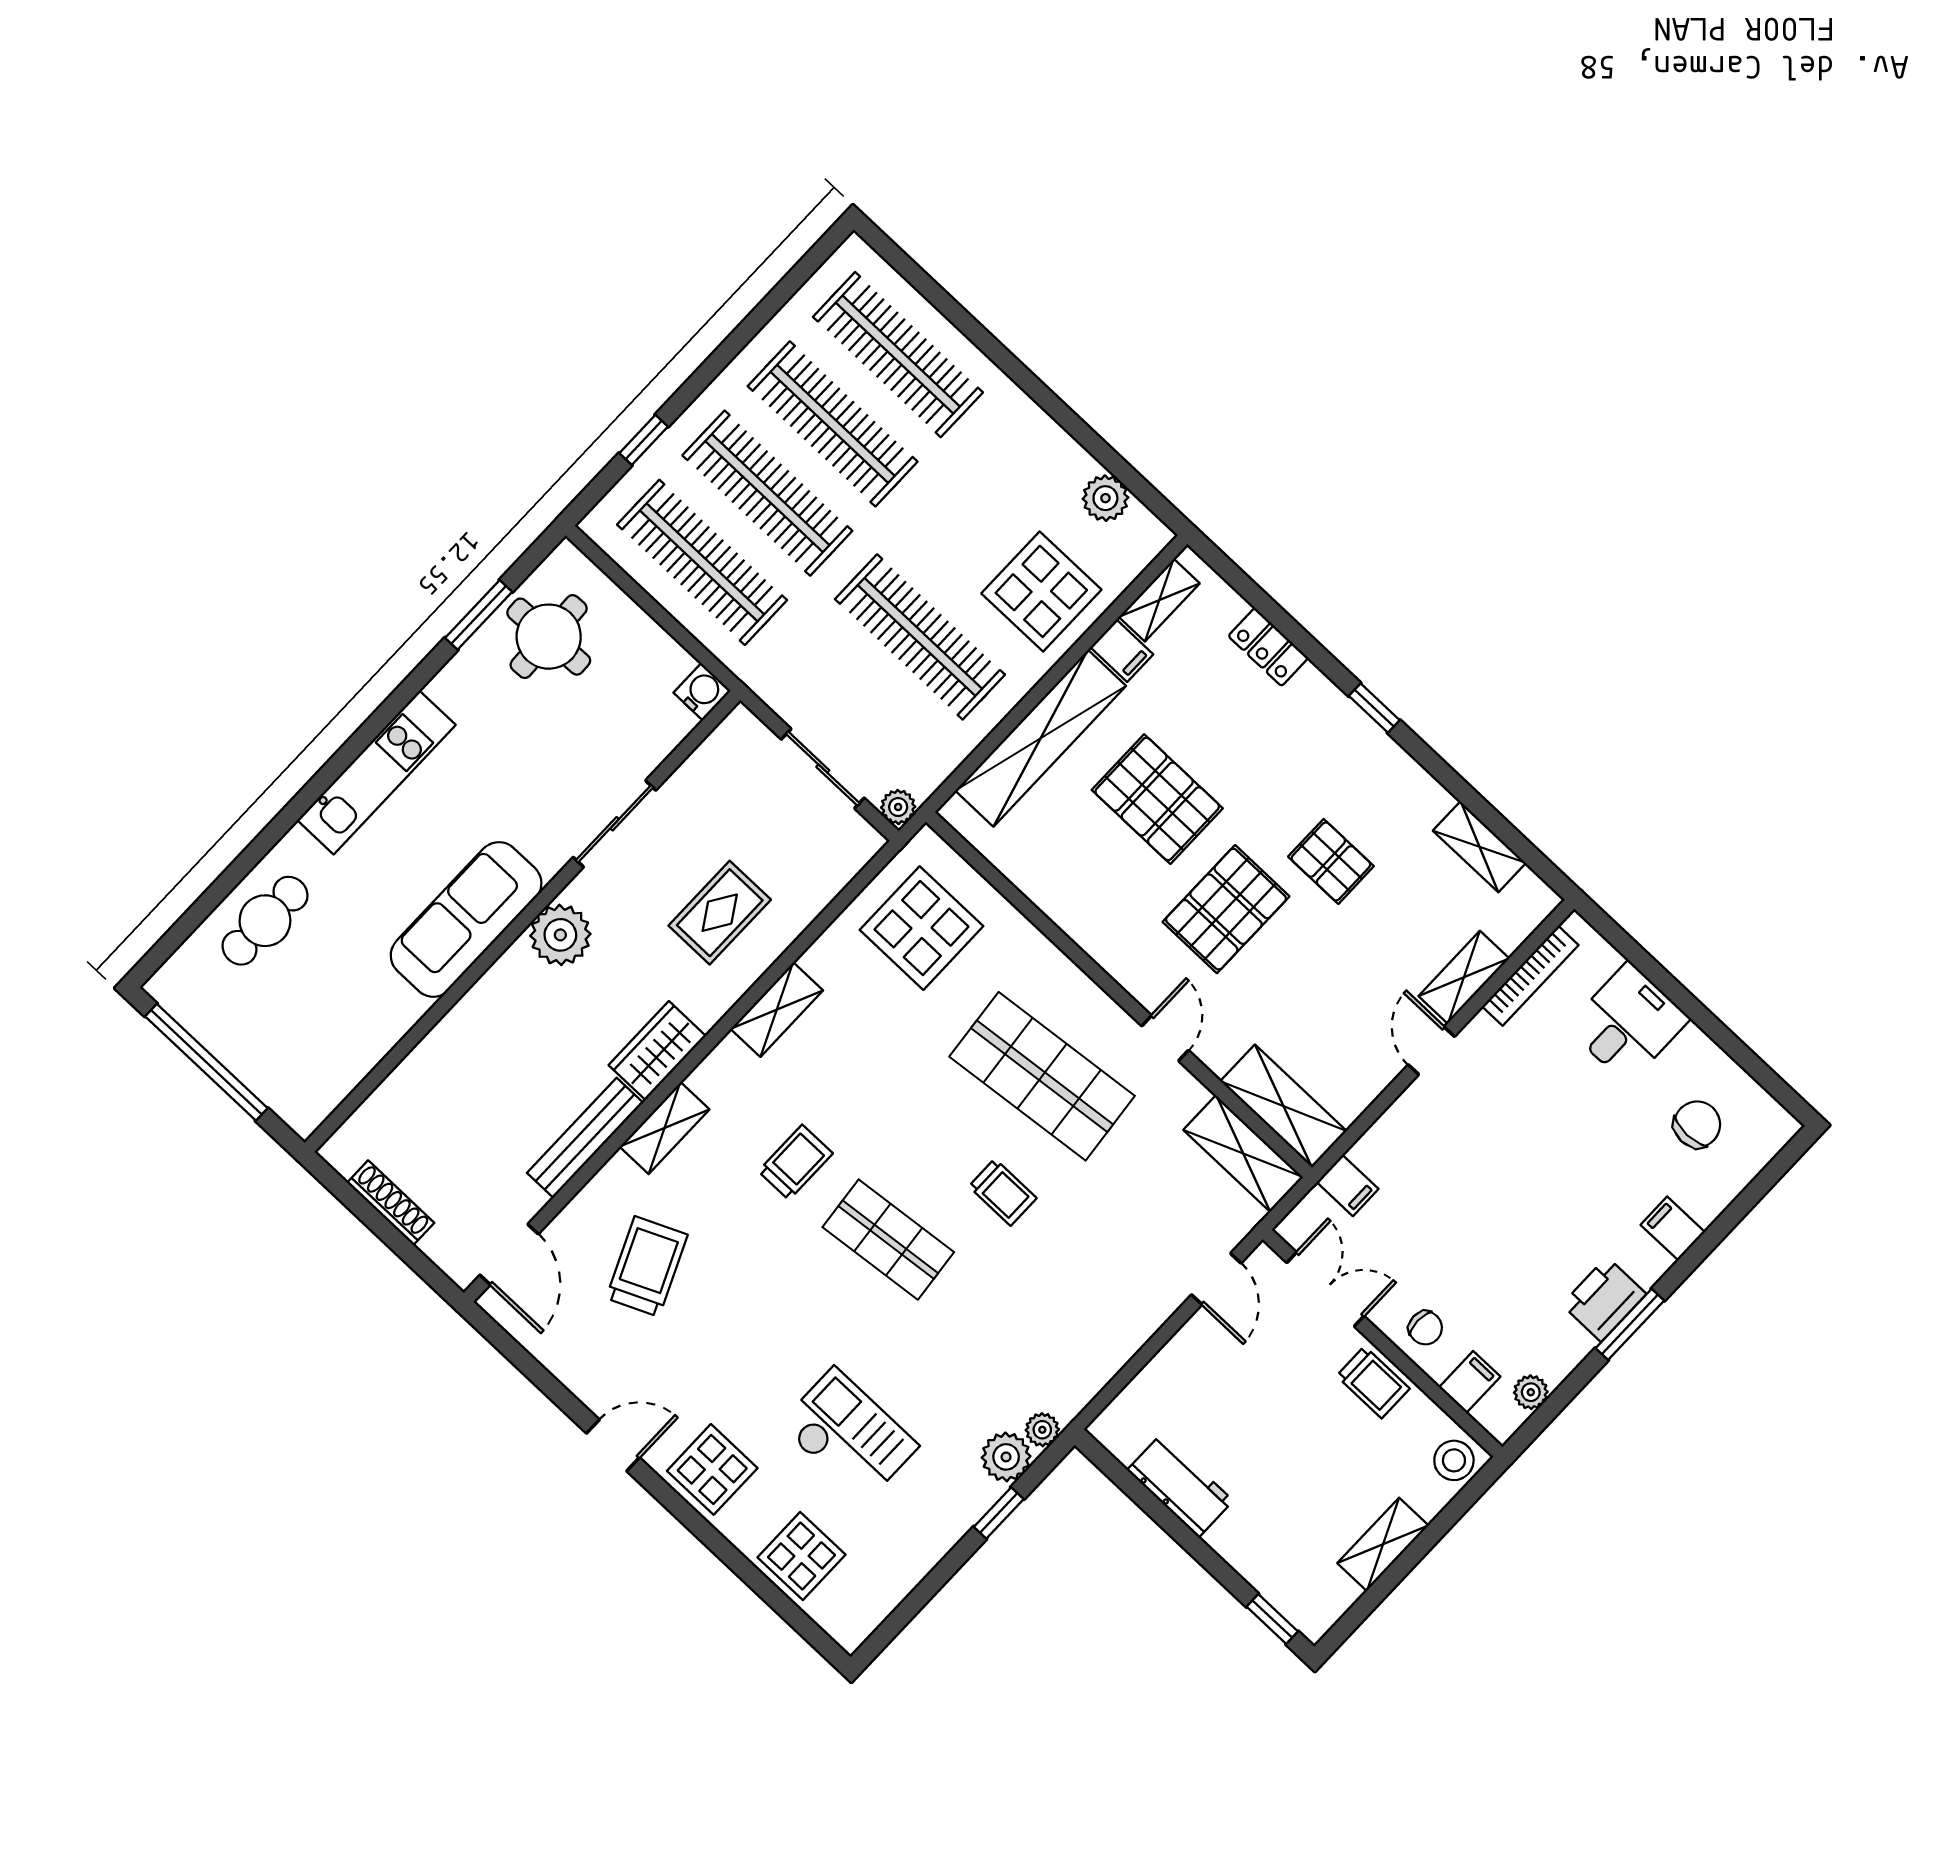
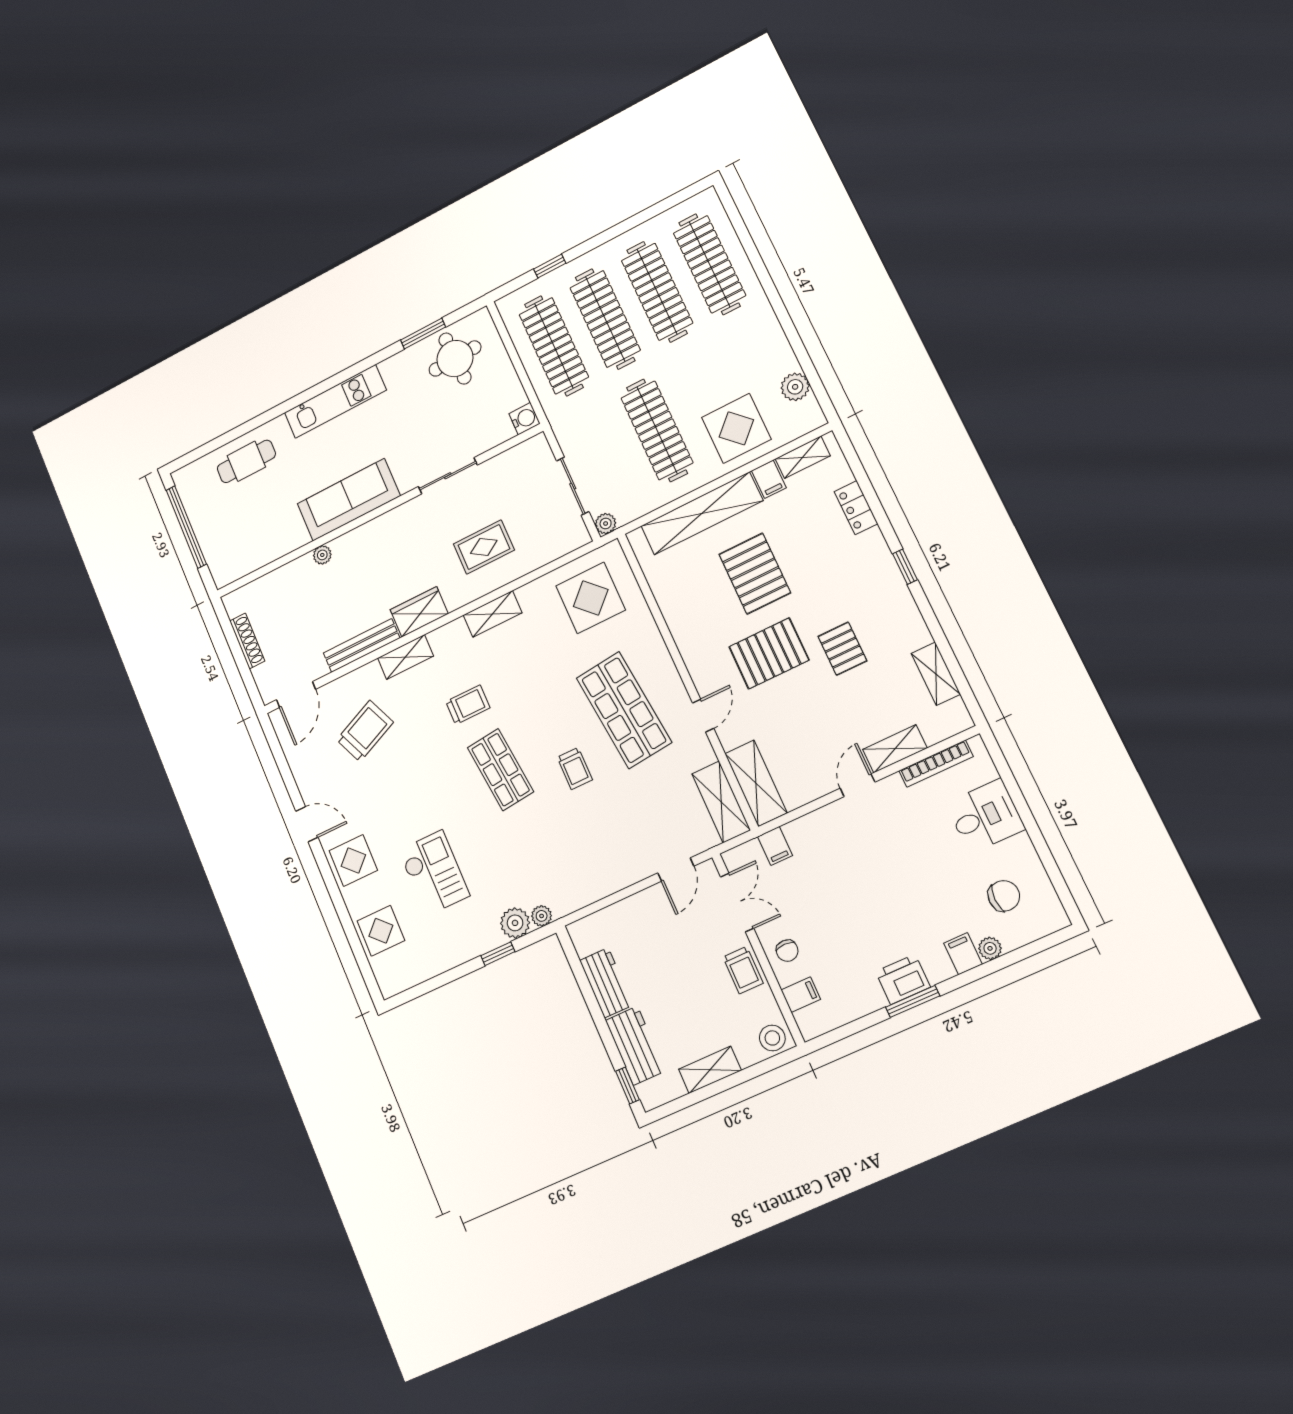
plant: (560, 935) -> (322, 555), moved, width x0.53, depth x0.53
plant: (1531, 1392) -> (990, 948), moved
workbench: (1260, 1557) -> (635, 1046), added

